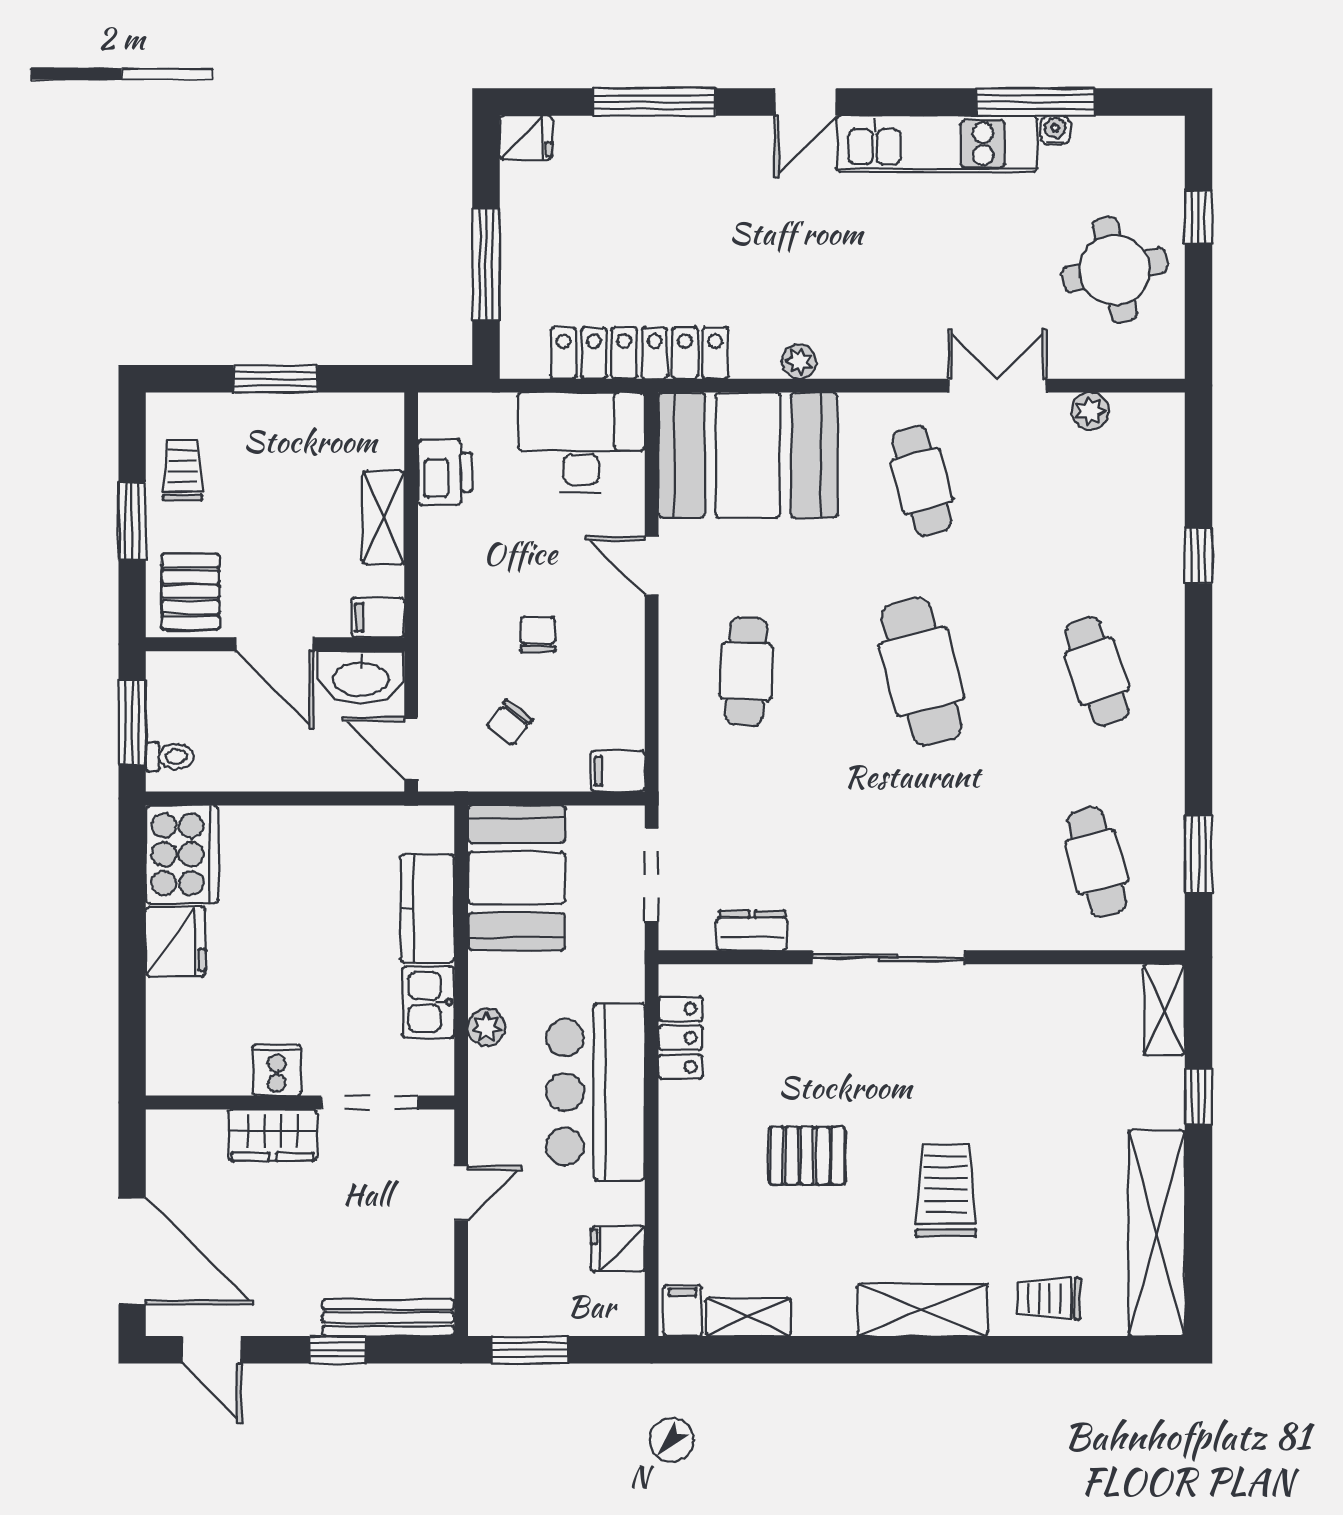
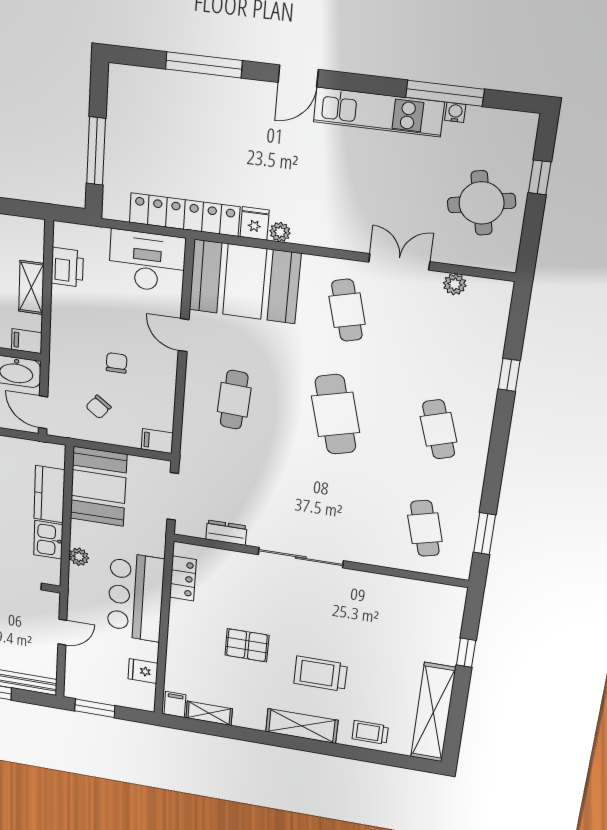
fridge: (526, 138) -> (255, 223), moved, turned -90
shelving: (1164, 1010) -> (453, 608), removed
trolley: (946, 1190) -> (320, 674), turned -90

